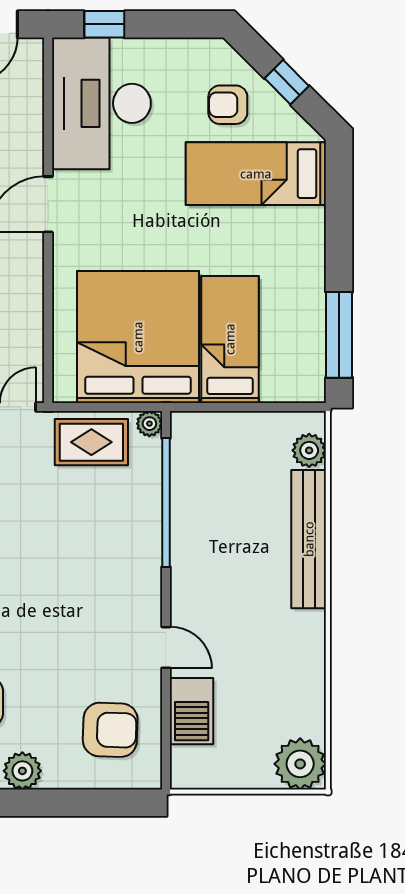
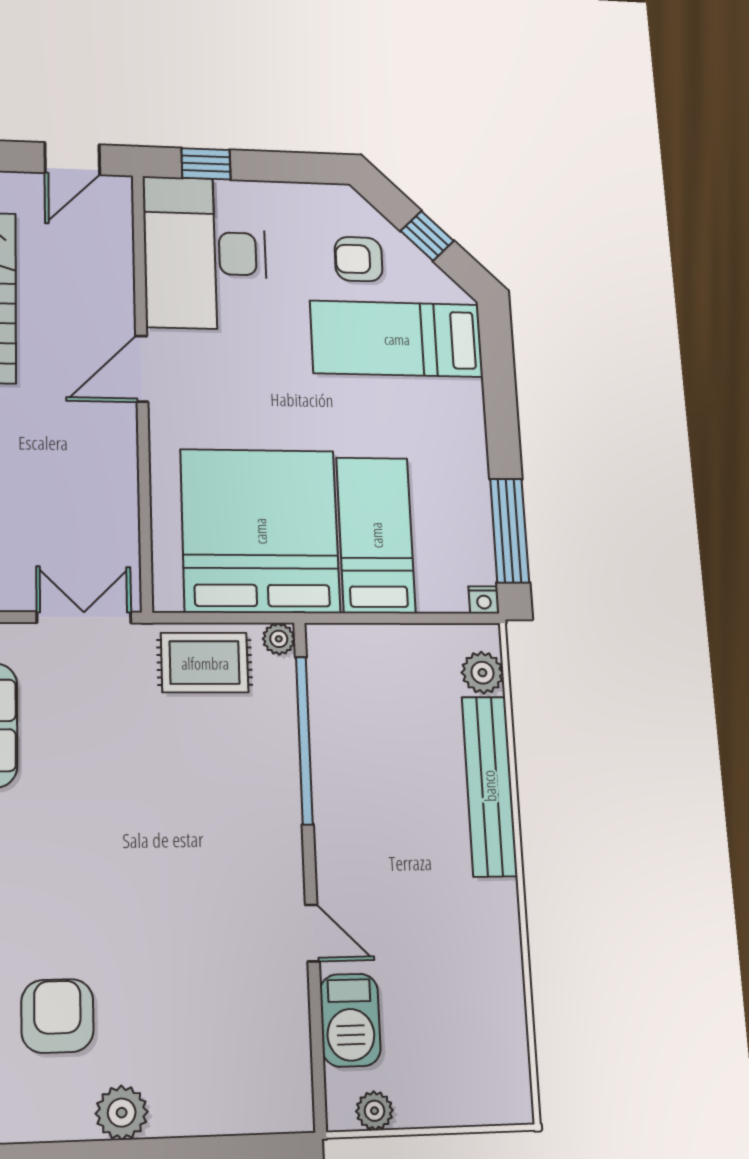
nightstand: (314, 392) -> (484, 600), added
armchair: (110, 730) -> (241, 1050), removed
plant: (300, 764) -> (375, 1111), moved, width x0.53, depth x0.53

